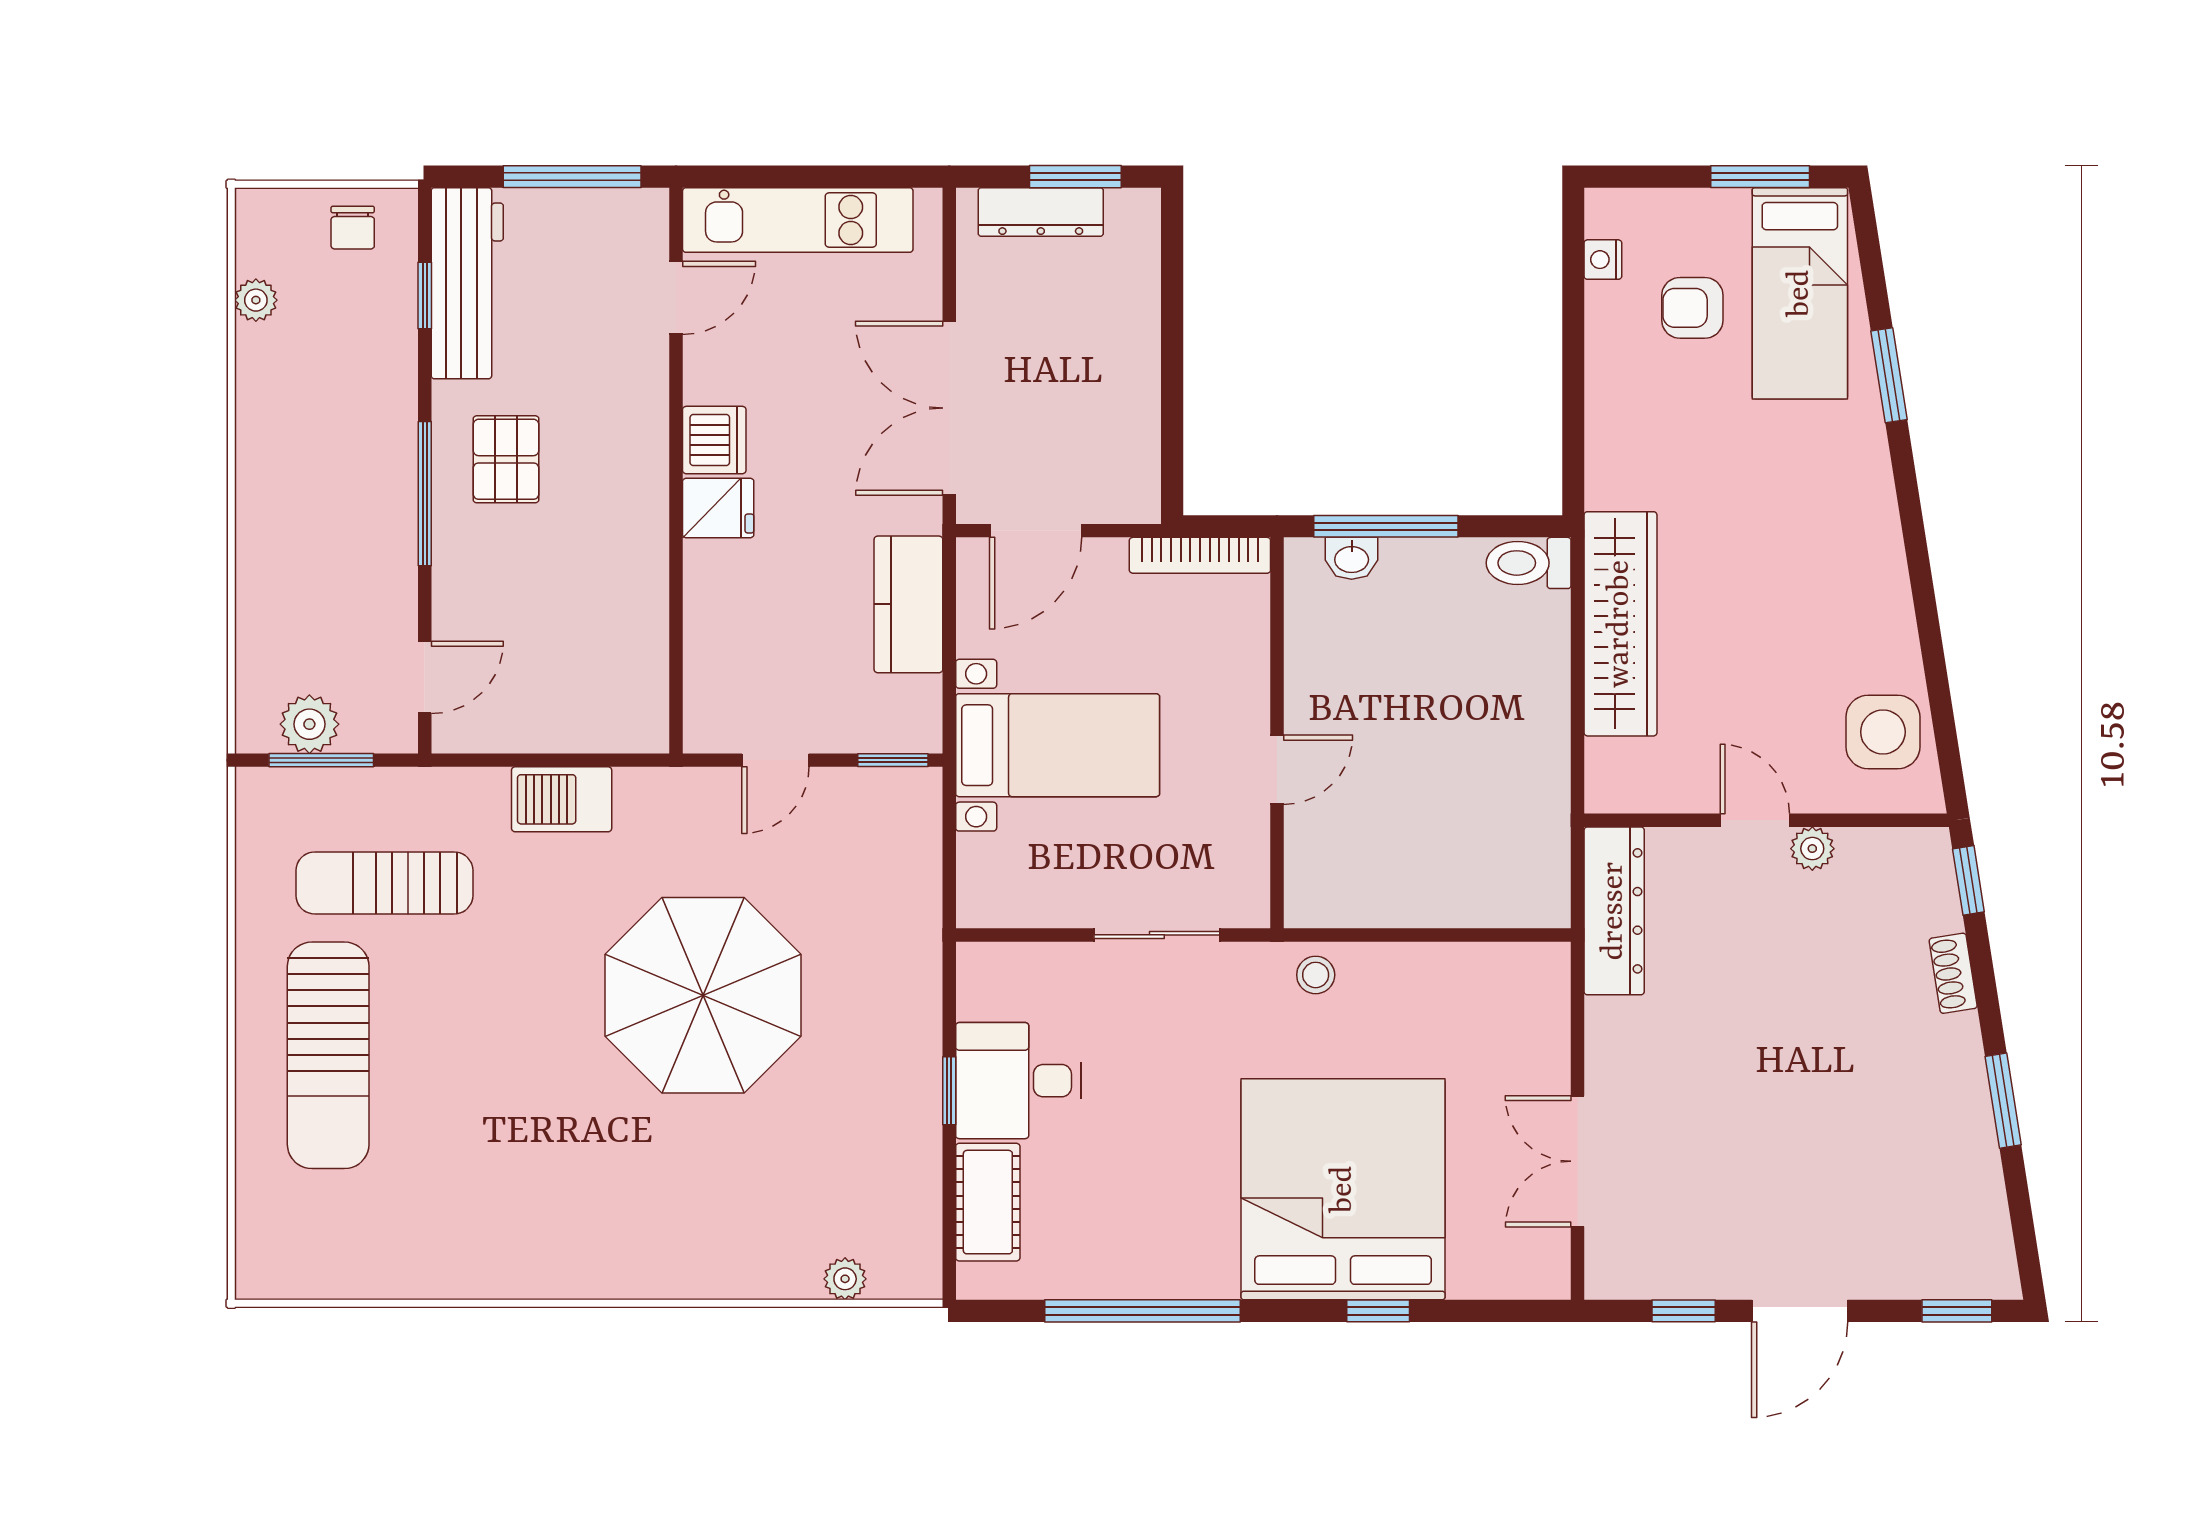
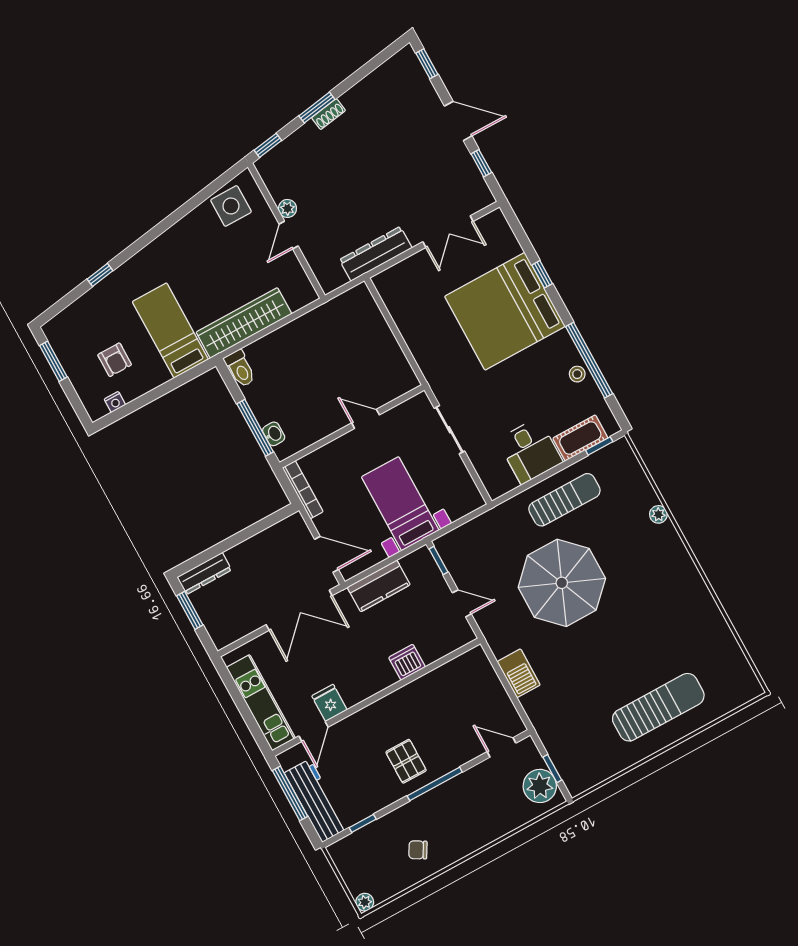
dresser: (1041, 212) -> (204, 573), moved, turned 90
chair: (353, 228) -> (418, 850), moved, turned -150
workbench: (467, 283) -> (316, 801), moved, turned 90
bed: (1800, 293) -> (170, 330), moved, turned -90
door: (676, 298) -> (313, 732), swing flipped
plant: (256, 300) -> (365, 902), moved
window: (1889, 375) -> (100, 275), width x0.67
dishwasher: (714, 440) -> (407, 662), moved
pallet: (506, 459) -> (406, 761), turned 90
fridge: (718, 508) -> (329, 703), moved
plant: (309, 724) -> (540, 786), width x1.36, depth x1.36
window: (321, 760) -> (552, 769), width x0.67
sun lounger: (384, 883) -> (564, 500), moved, turned -90
dresser: (1614, 911) -> (376, 254), moved
shoe rack: (1953, 973) -> (328, 114), moved
stool: (1316, 975) -> (577, 374), moved
window: (949, 1091) -> (599, 446), moved
window: (2003, 1101) -> (317, 108), moved
plant: (845, 1279) -> (658, 514), moved

